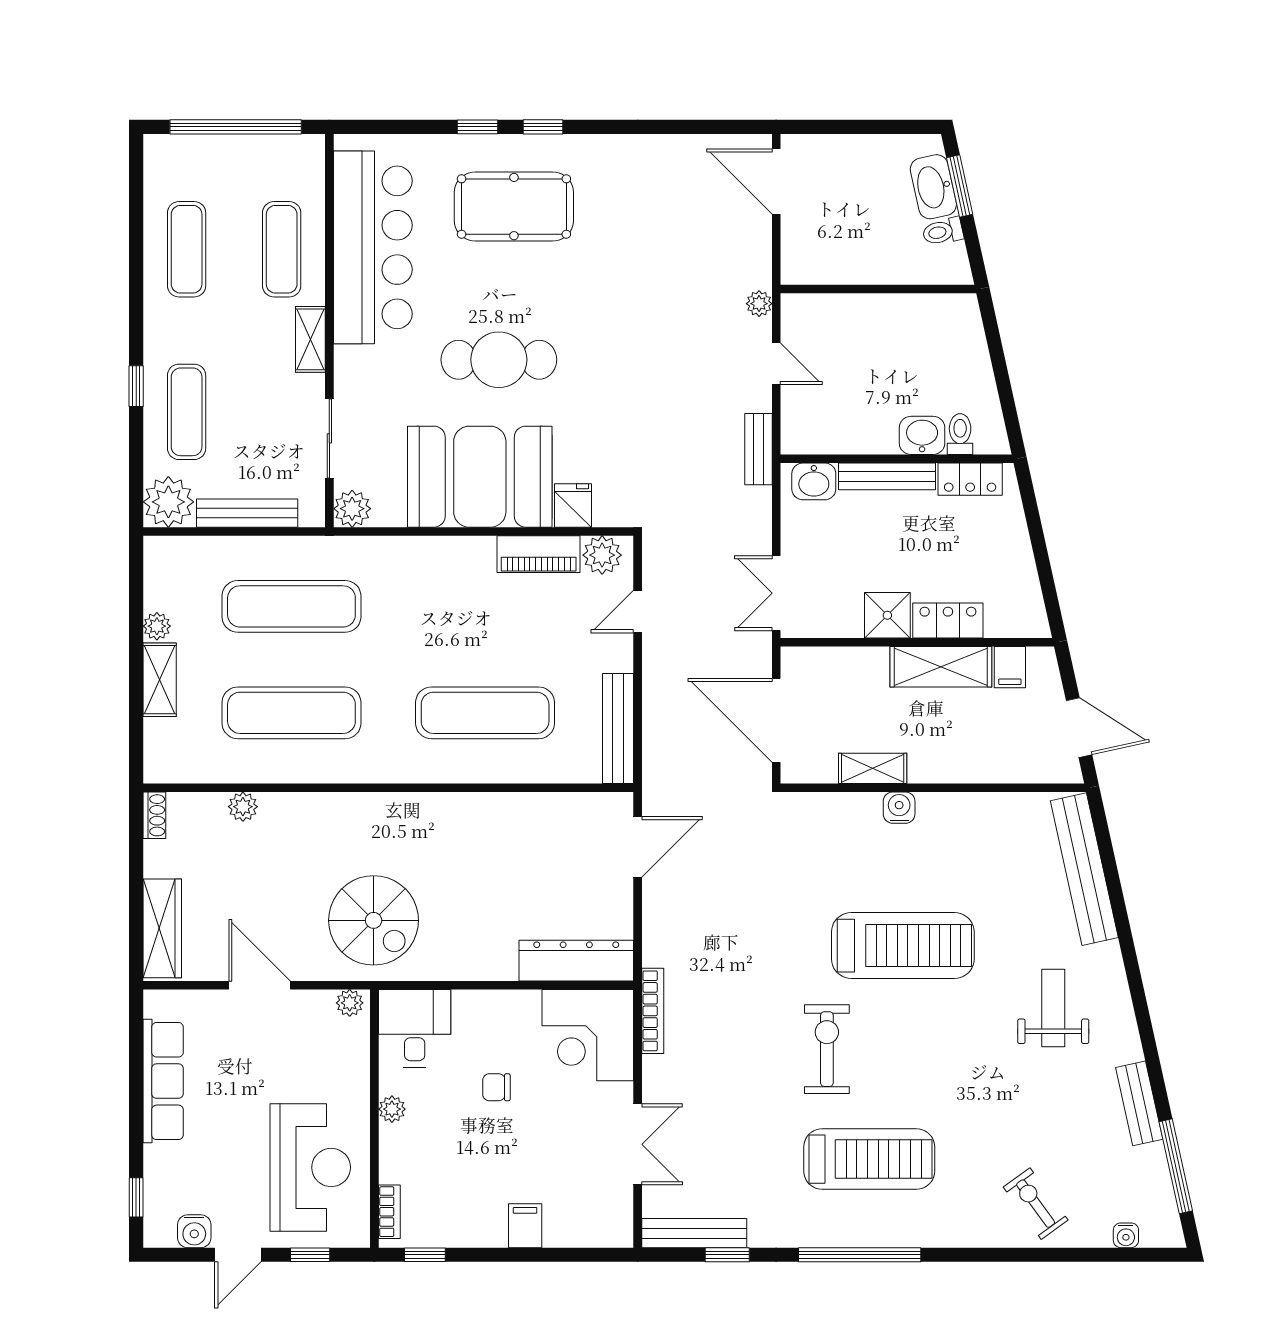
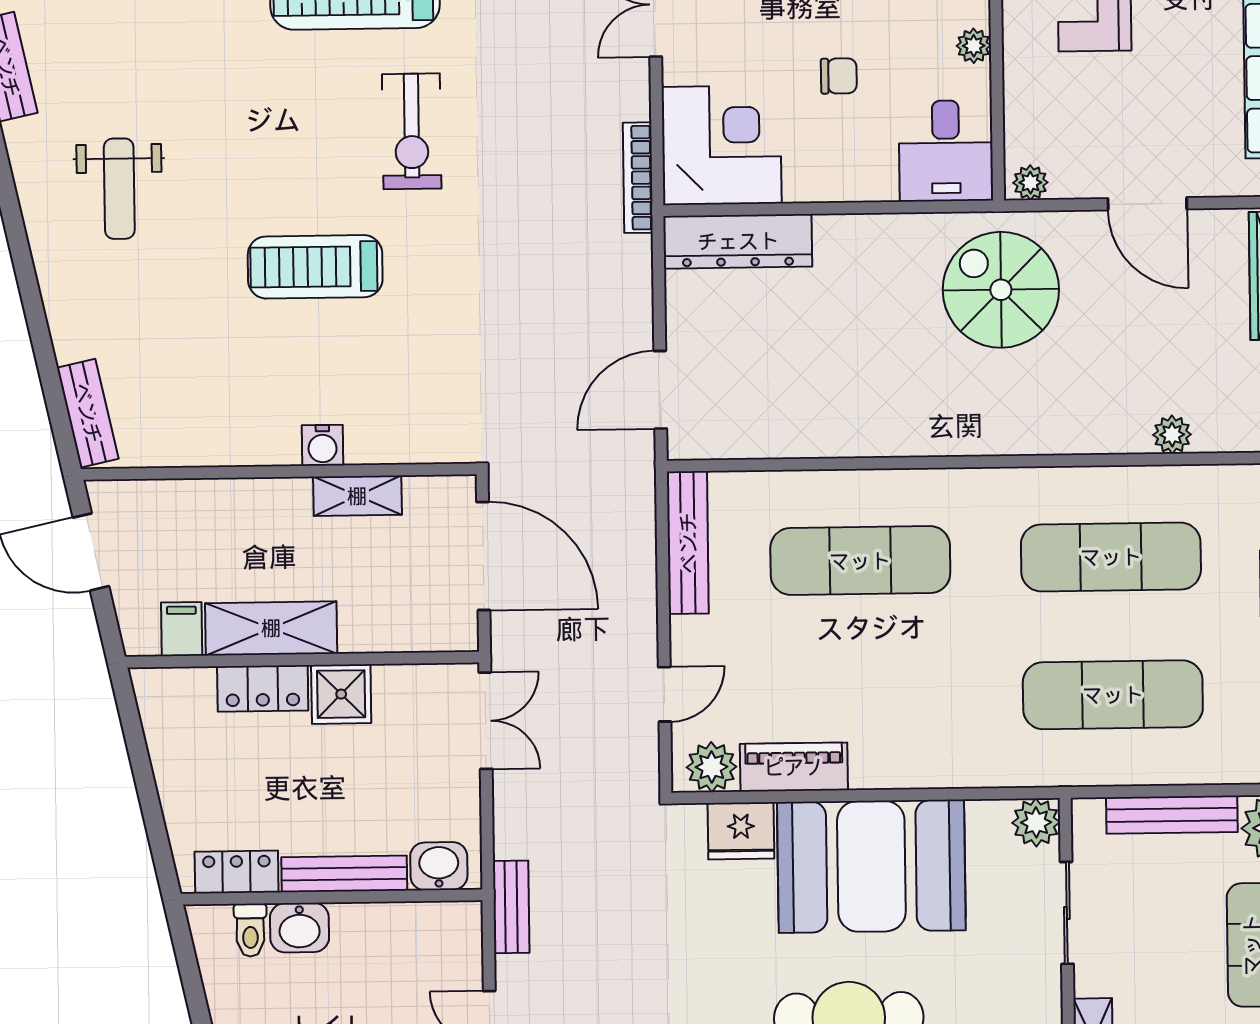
fridge: (573, 505) -> (741, 831), width x1.38
bench: (1084, 869) -> (88, 413), width x0.54, depth x0.82
treadmill: (903, 946) -> (315, 267), width x0.73, depth x0.73

